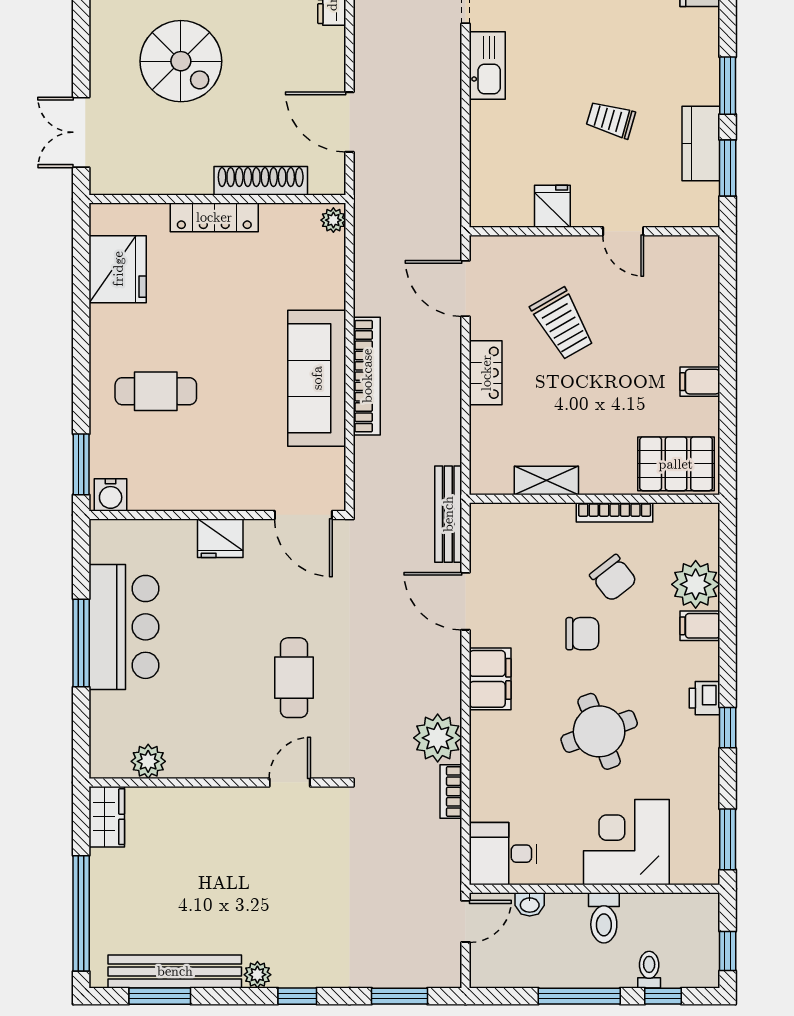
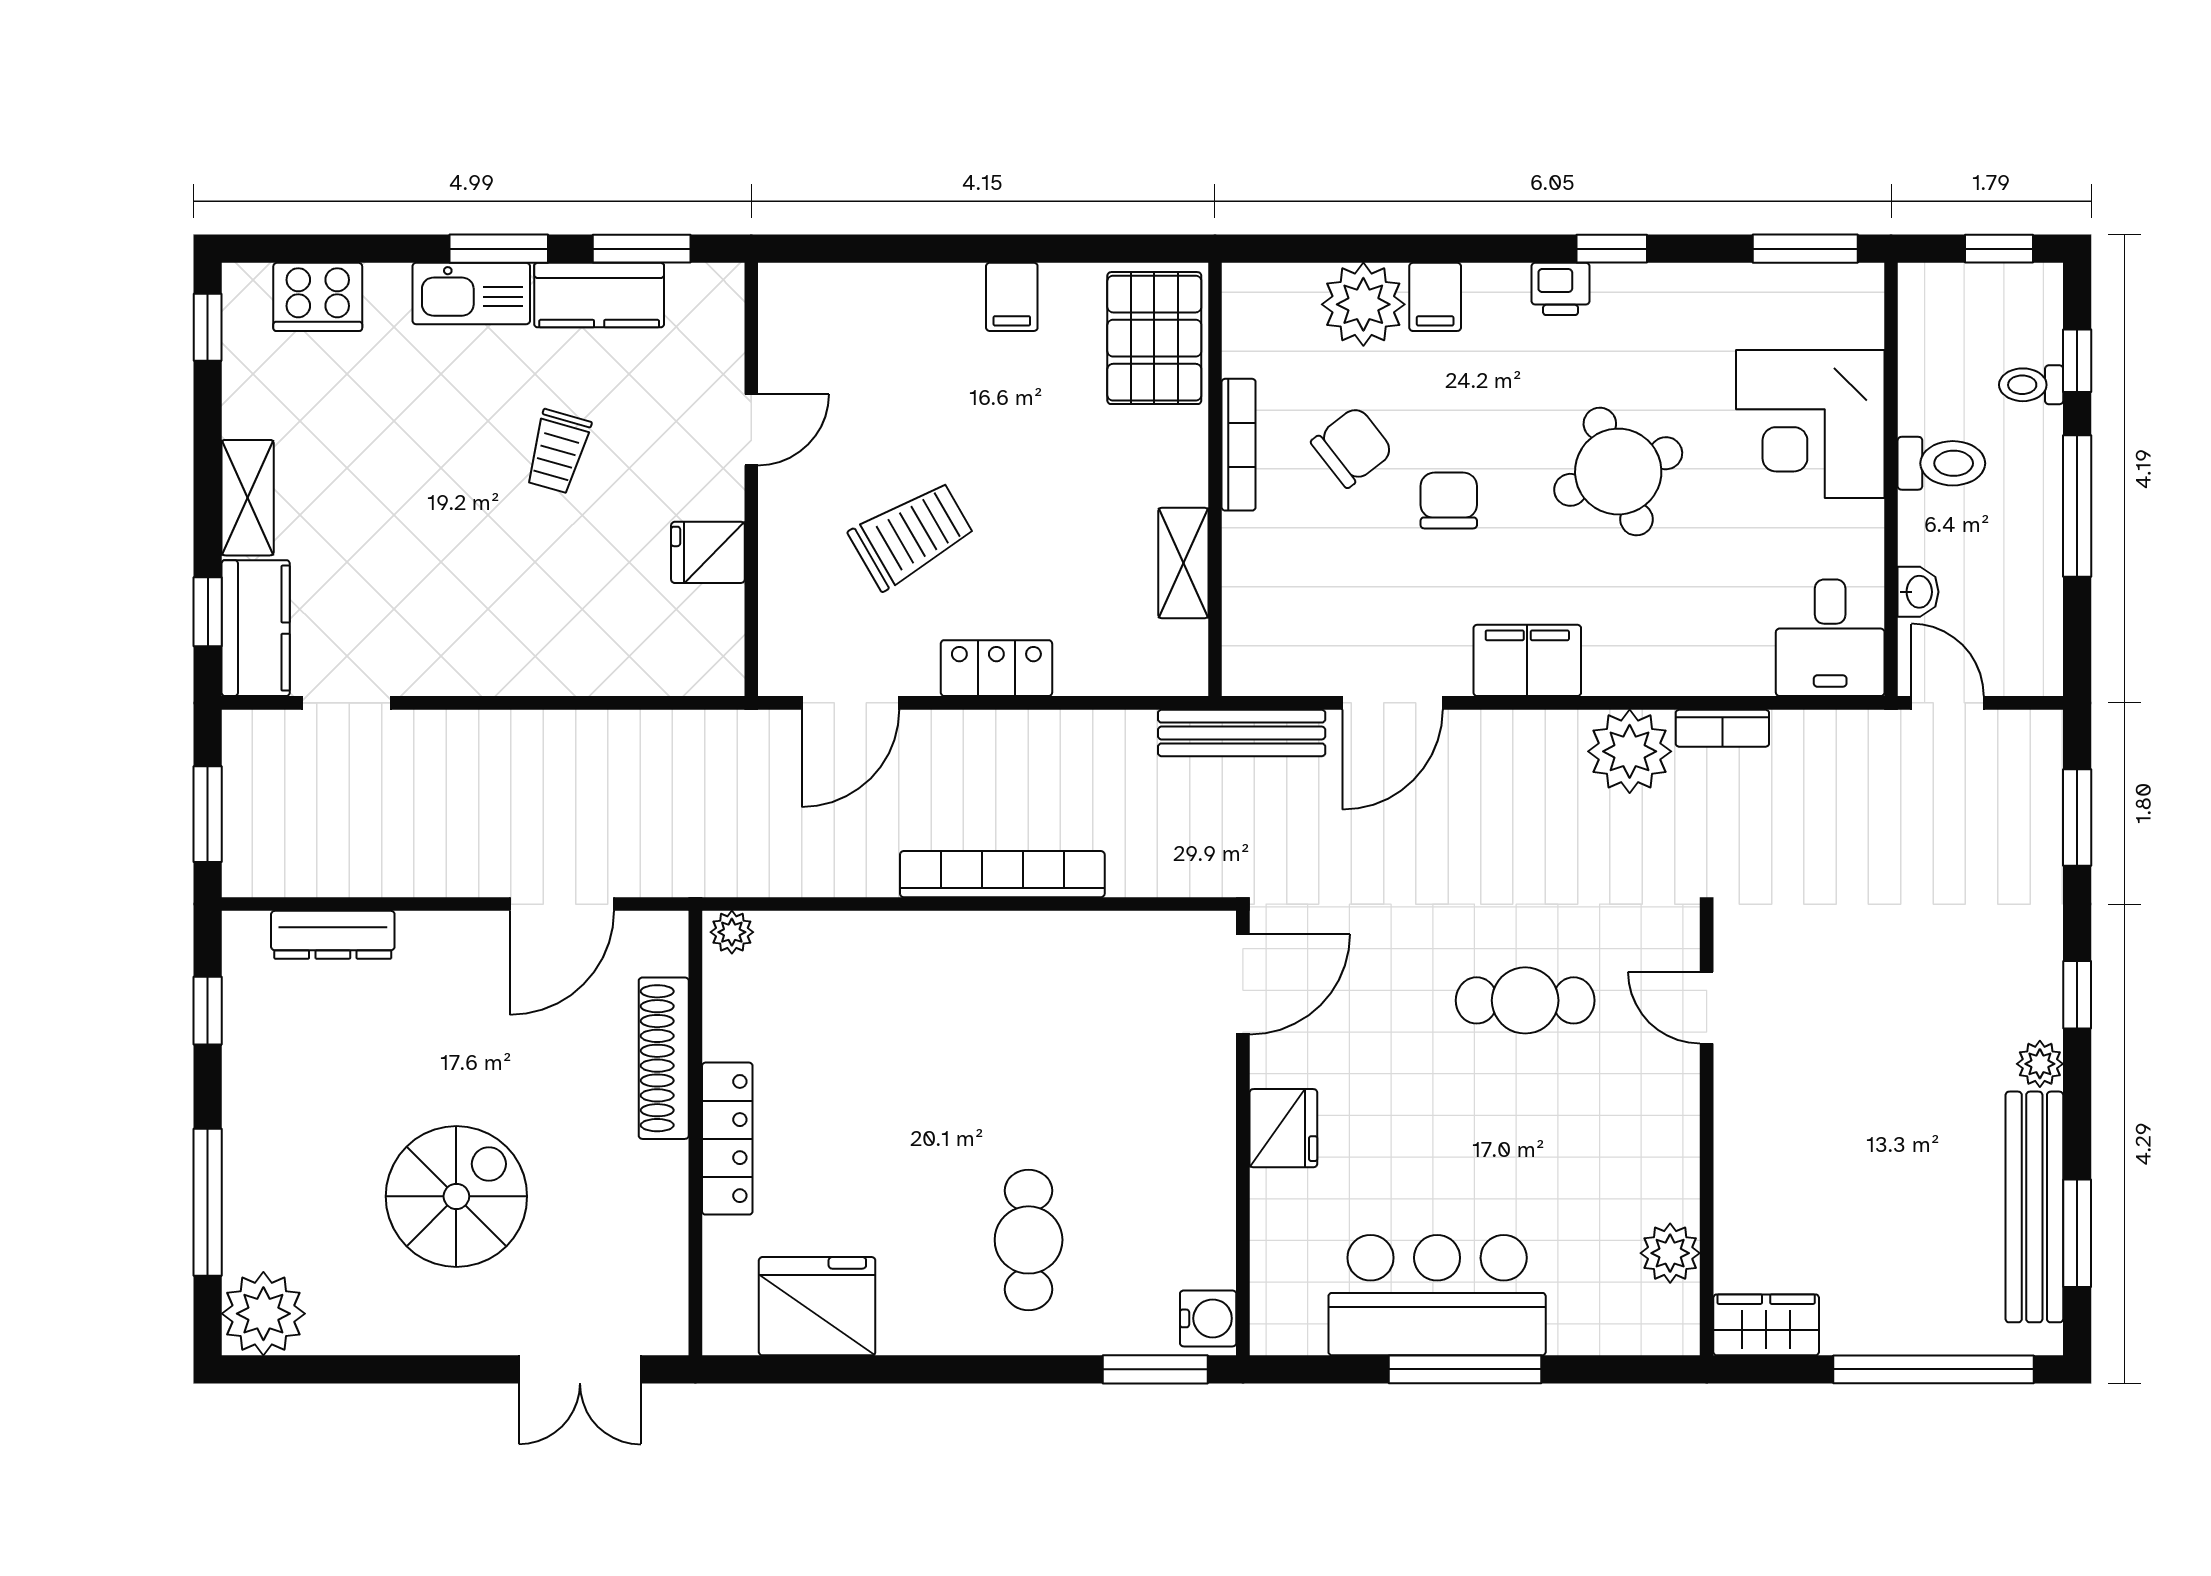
kitchen sink: (487, 65) -> (471, 294), moved, turned 180
sofa: (317, 378) -> (1006, 961), removed

